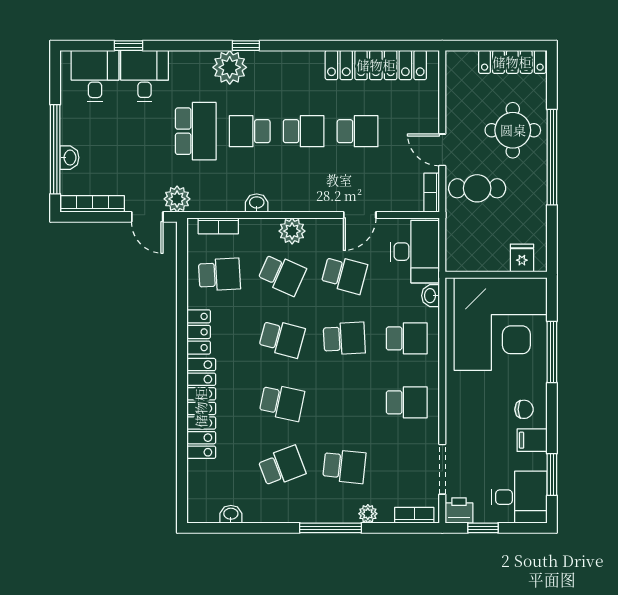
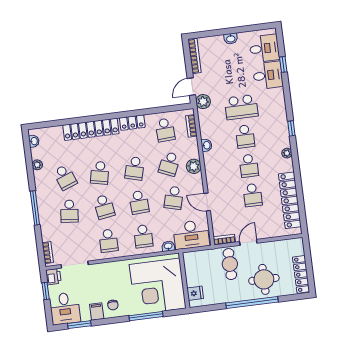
plant: (230, 67) -> (287, 153), moved, width x0.53, depth x0.53
school desk: (250, 131) -> (245, 136), turned 180
window: (55, 149) -> (222, 32), removed
washbasin: (69, 158) -> (231, 39), moved
school desk: (344, 402) -> (104, 207), added
washbasin: (231, 514) -> (34, 141), moved
plant: (368, 514) -> (37, 165), moved

